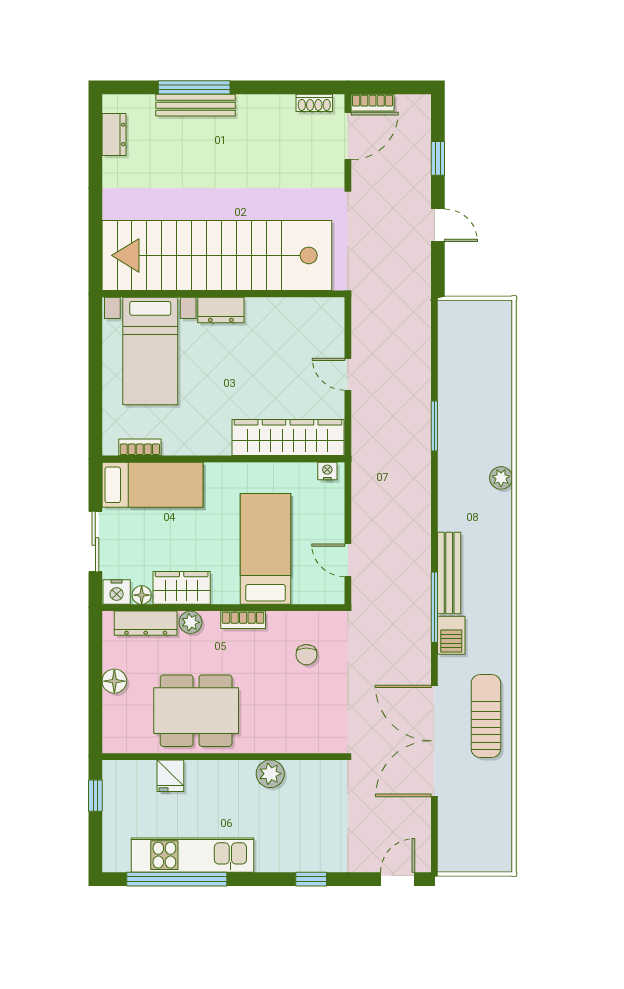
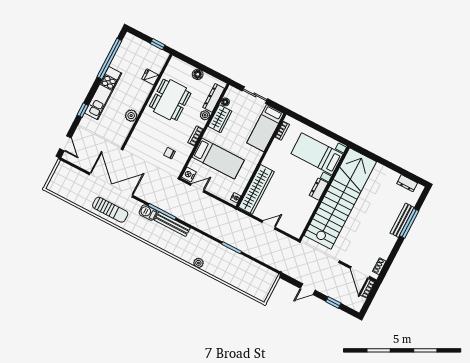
nightstand: (117, 592) -> (189, 174), moved
kitchen unit: (192, 855) -> (103, 93), moved

